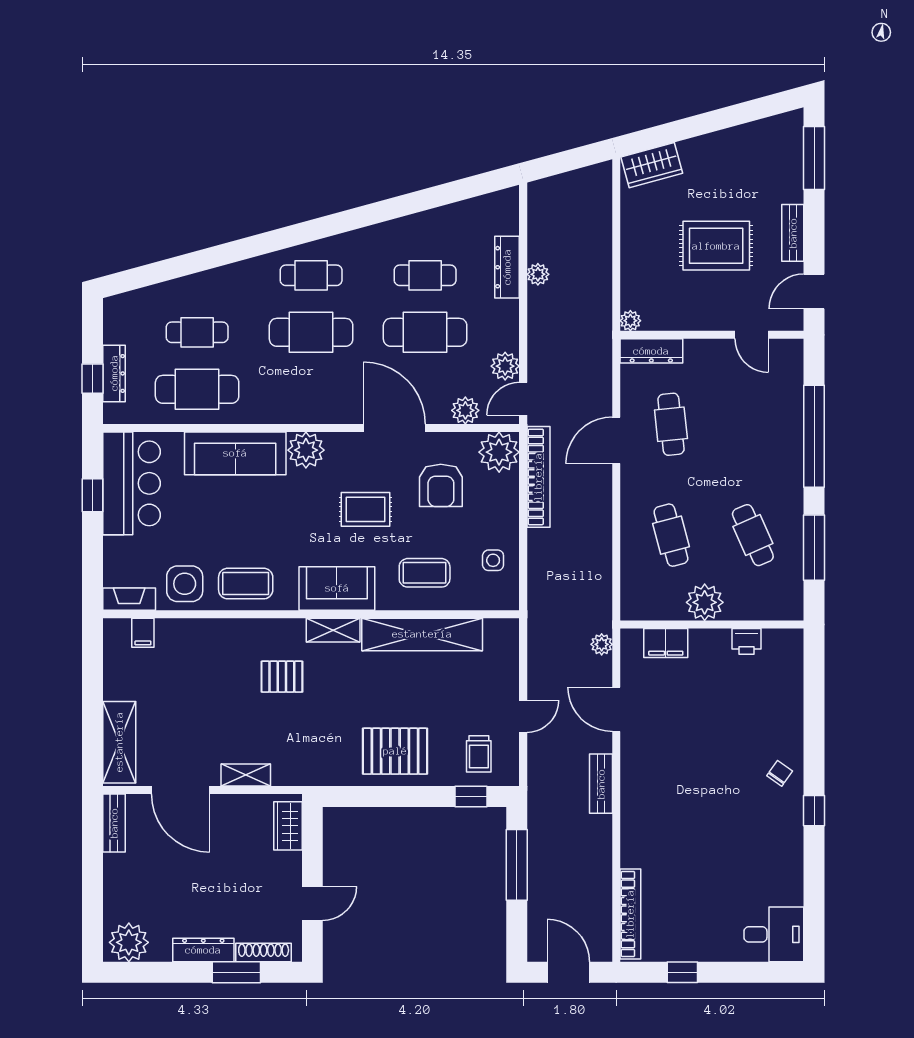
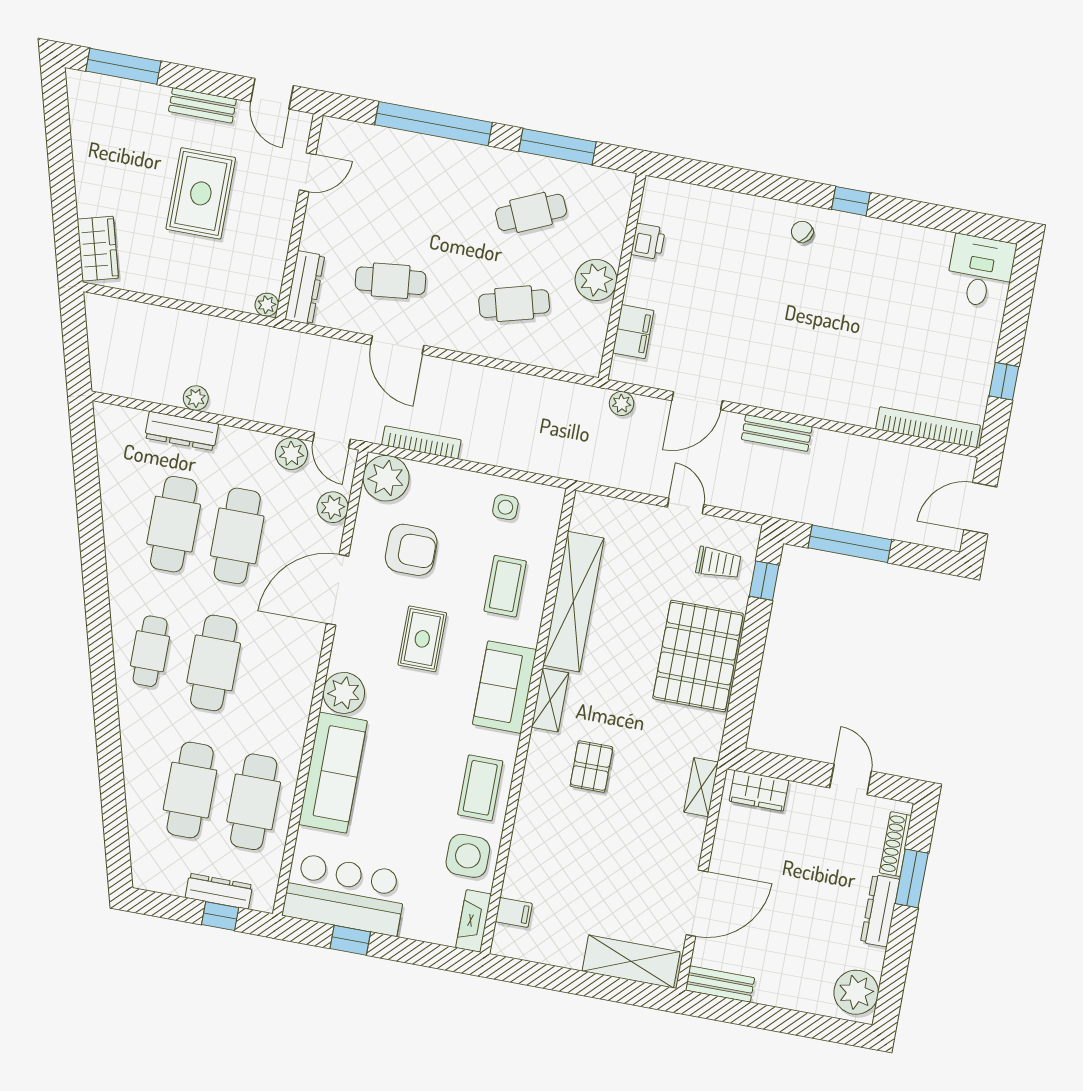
cafe table: (425, 275) -> (174, 524), width x1.37, depth x1.35
cafe table: (197, 332) -> (190, 790), width x1.37, depth x1.35
bookcase: (538, 477) -> (421, 442), width x0.68, depth x0.76
pallet: (395, 751) -> (698, 656), width x1.37, depth x1.41
shelving: (246, 775) -> (701, 787), moved

